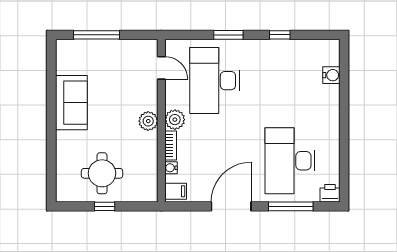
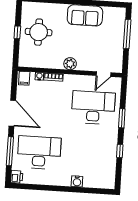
water cooler: (331, 75) -> (77, 181), moved
plant: (175, 120) -> (70, 81), removed

